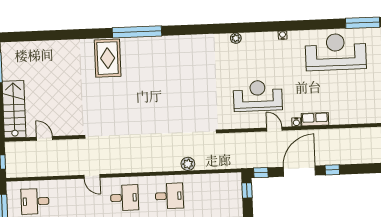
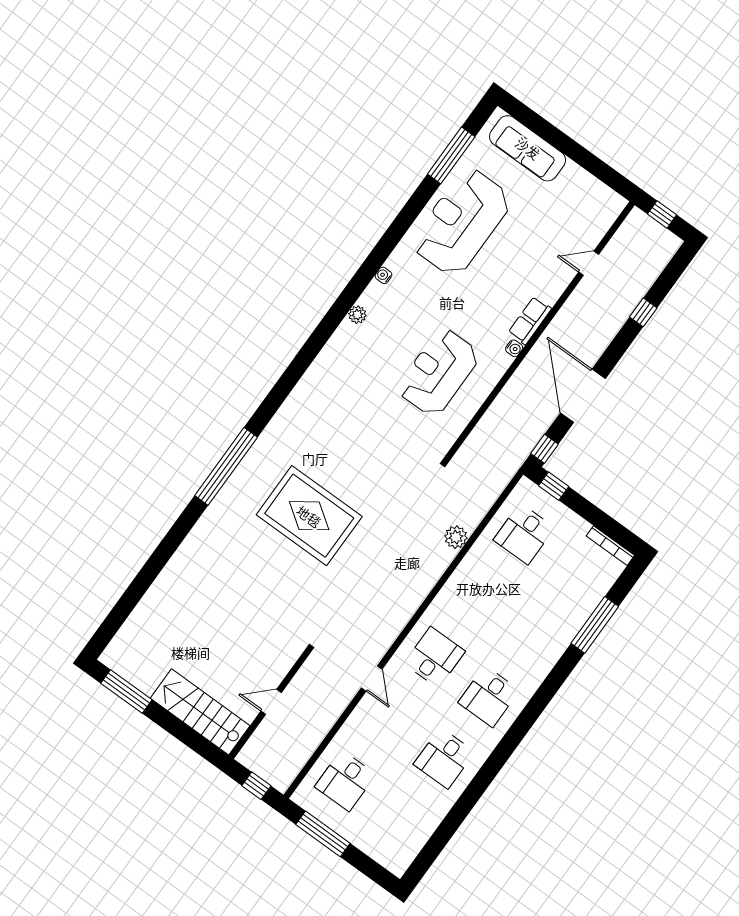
plant: (236, 38) -> (357, 315), moved
rug: (108, 58) -> (309, 516), moved, width x1.37, depth x1.44
door: (274, 129) -> (589, 263), moved
window: (332, 170) -> (643, 312), moved
door: (92, 176) -> (372, 678), hinge flipped
desk: (169, 196) -> (524, 534), moved, turned 180

